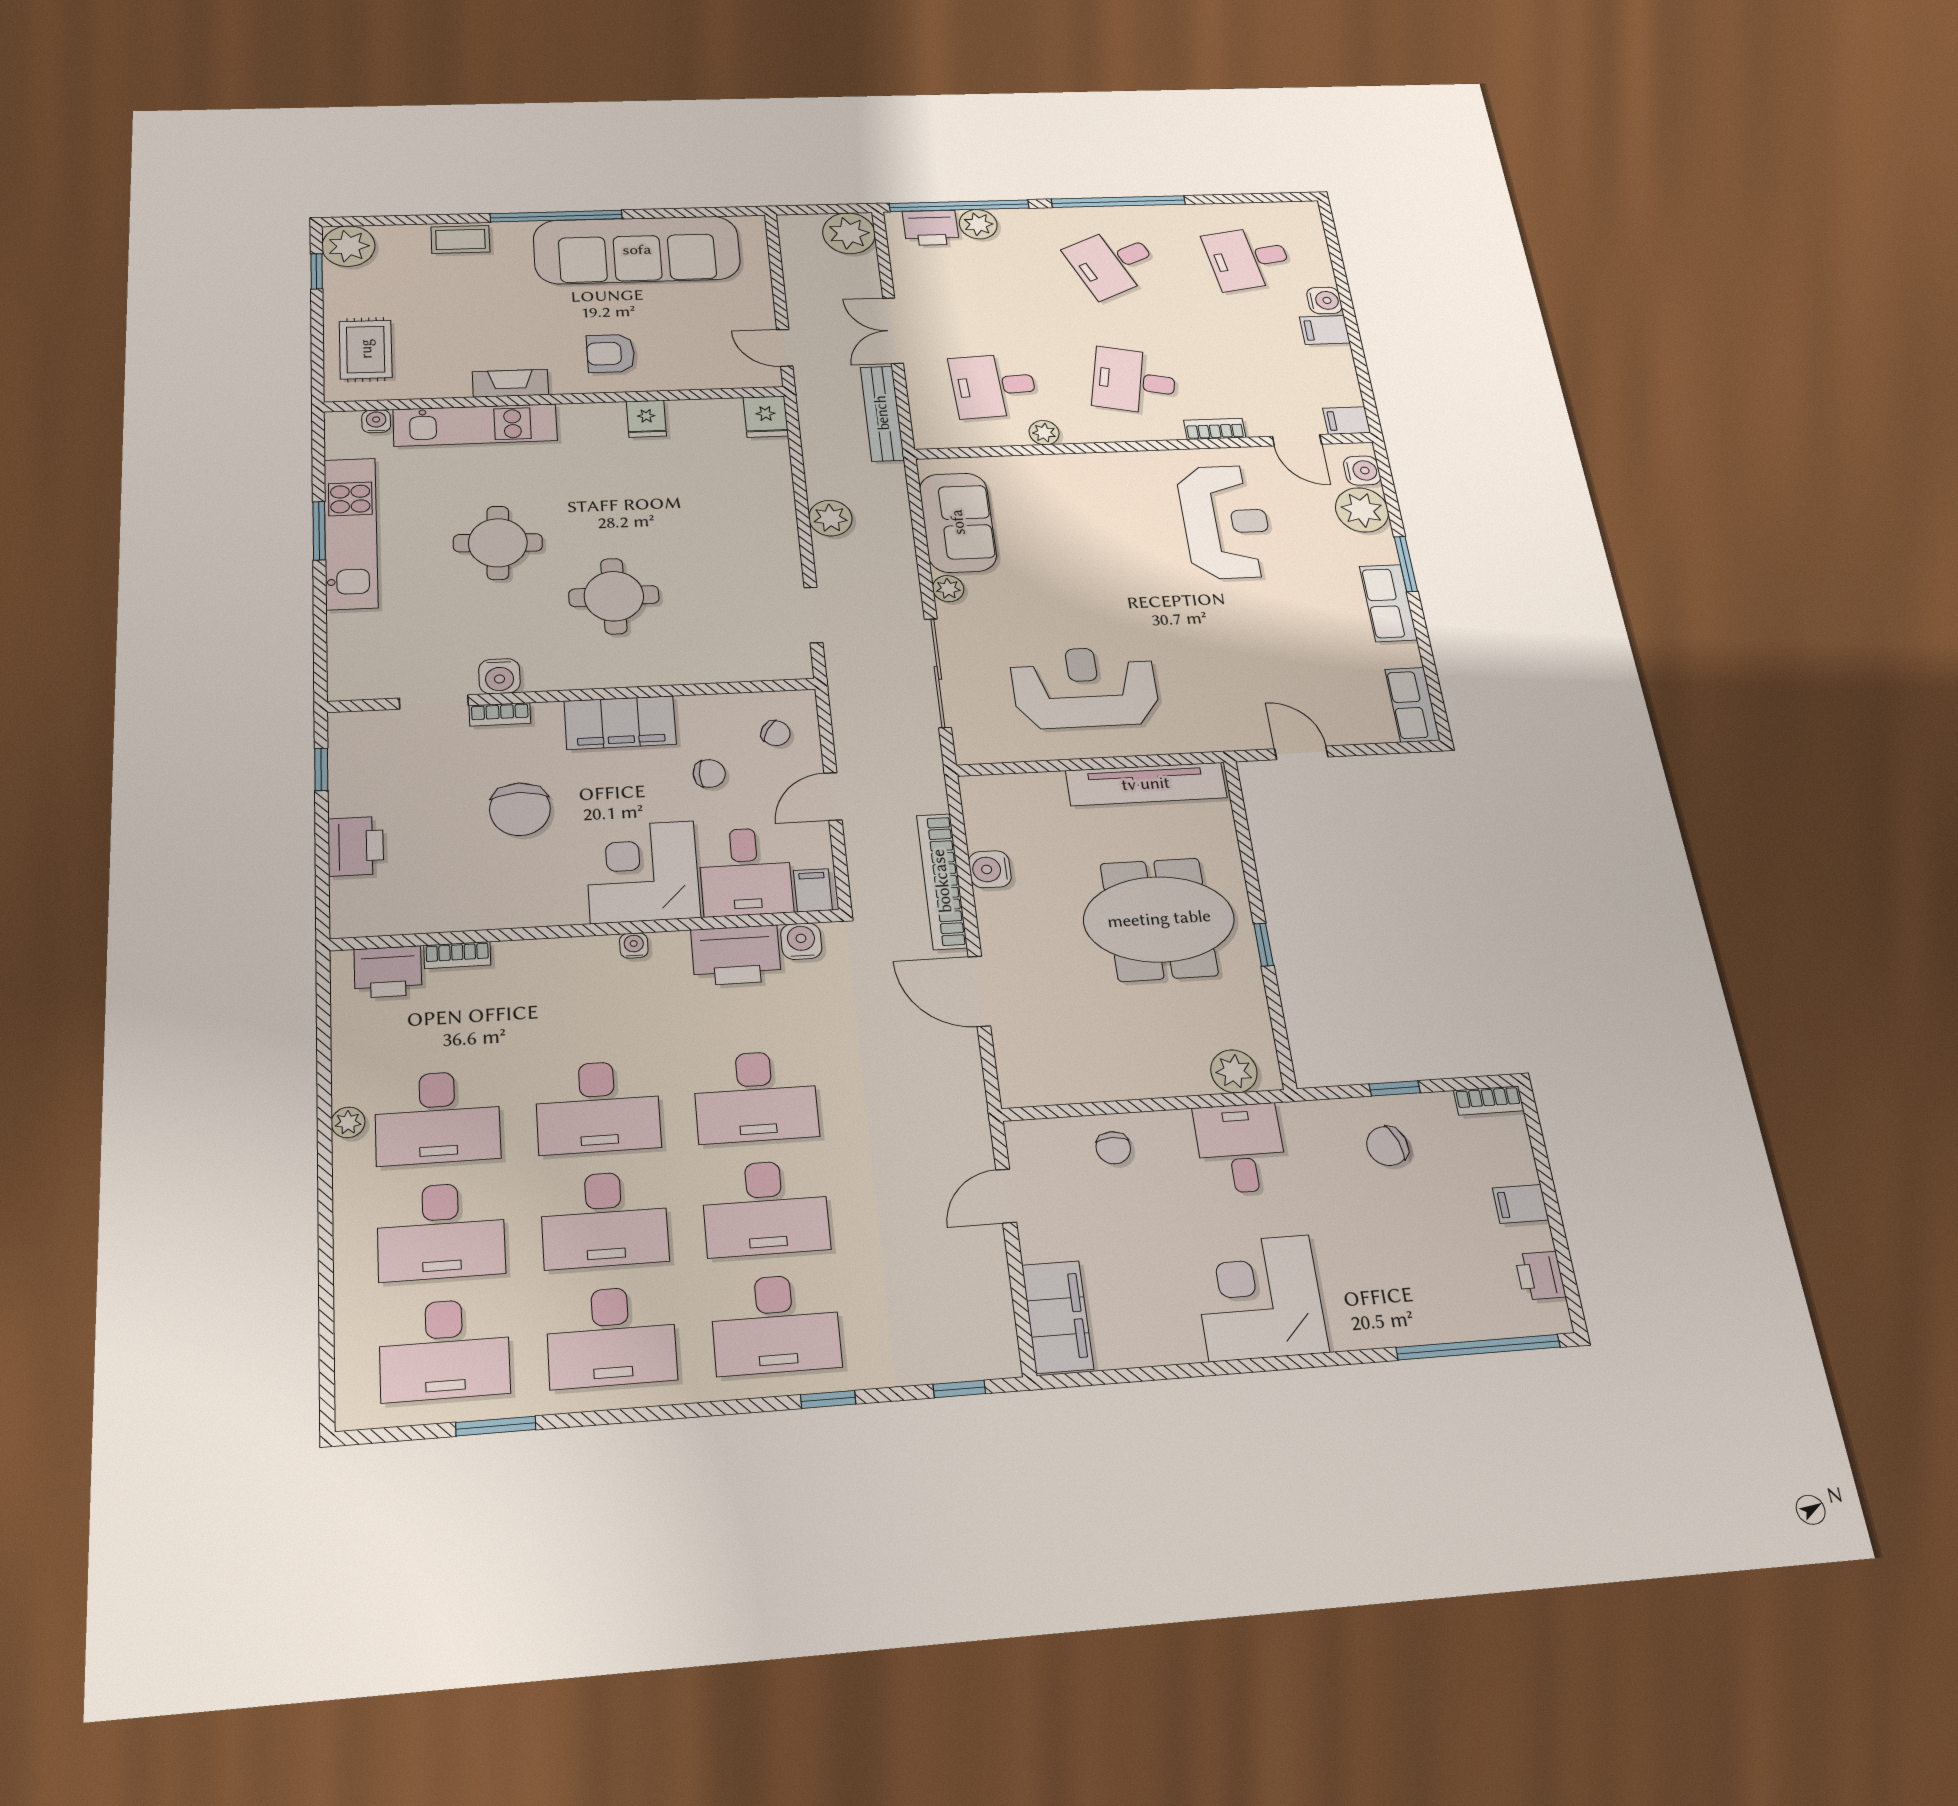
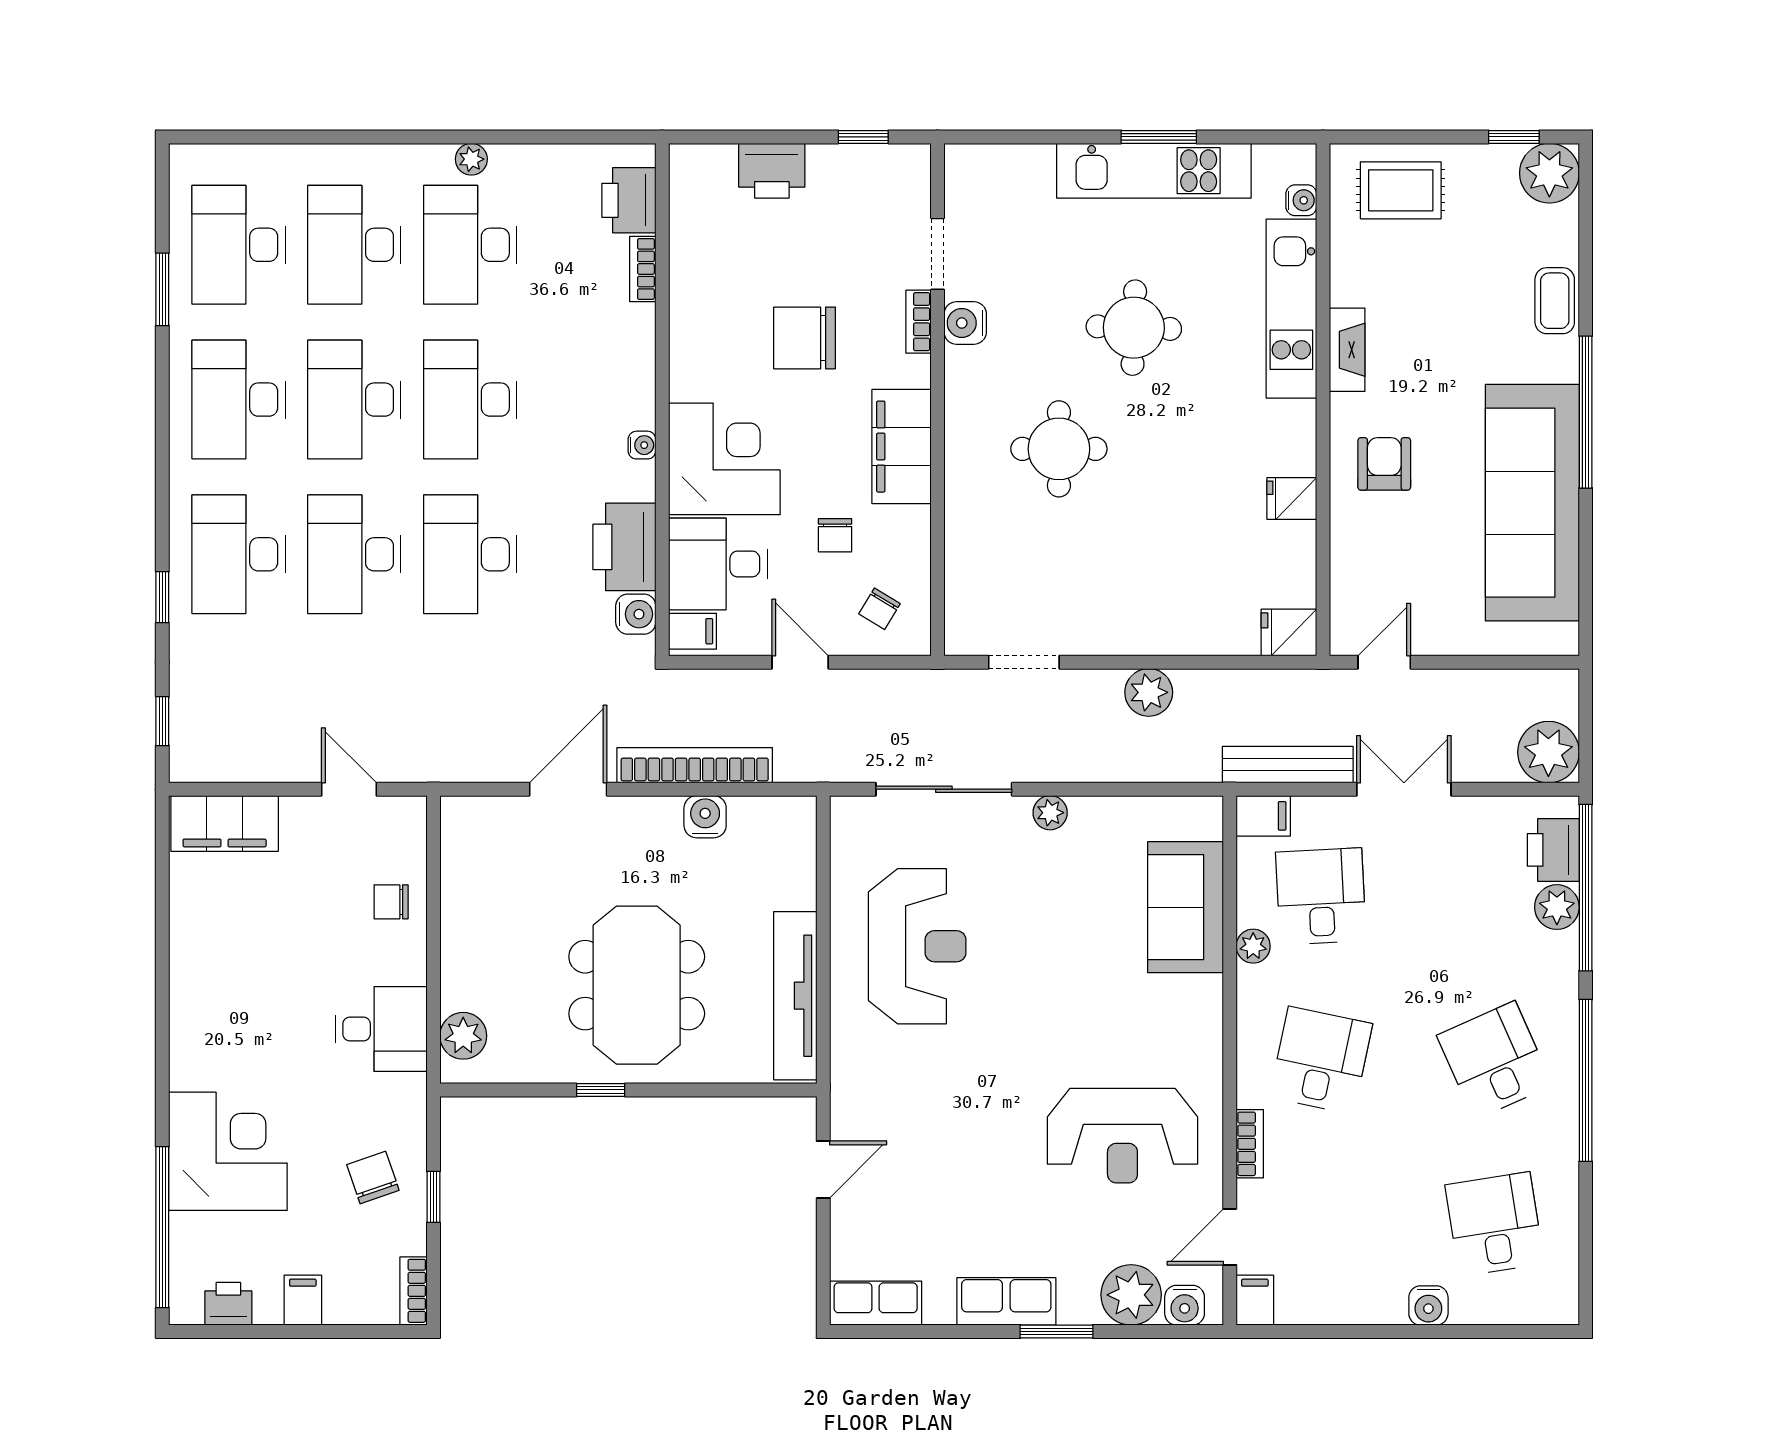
filing cabinet: (1325, 330) -> (1263, 816), moved, turned 90
sofa: (958, 522) -> (1186, 907), moved, turned 90
corner desk: (1259, 1298) -> (228, 1151), moved

